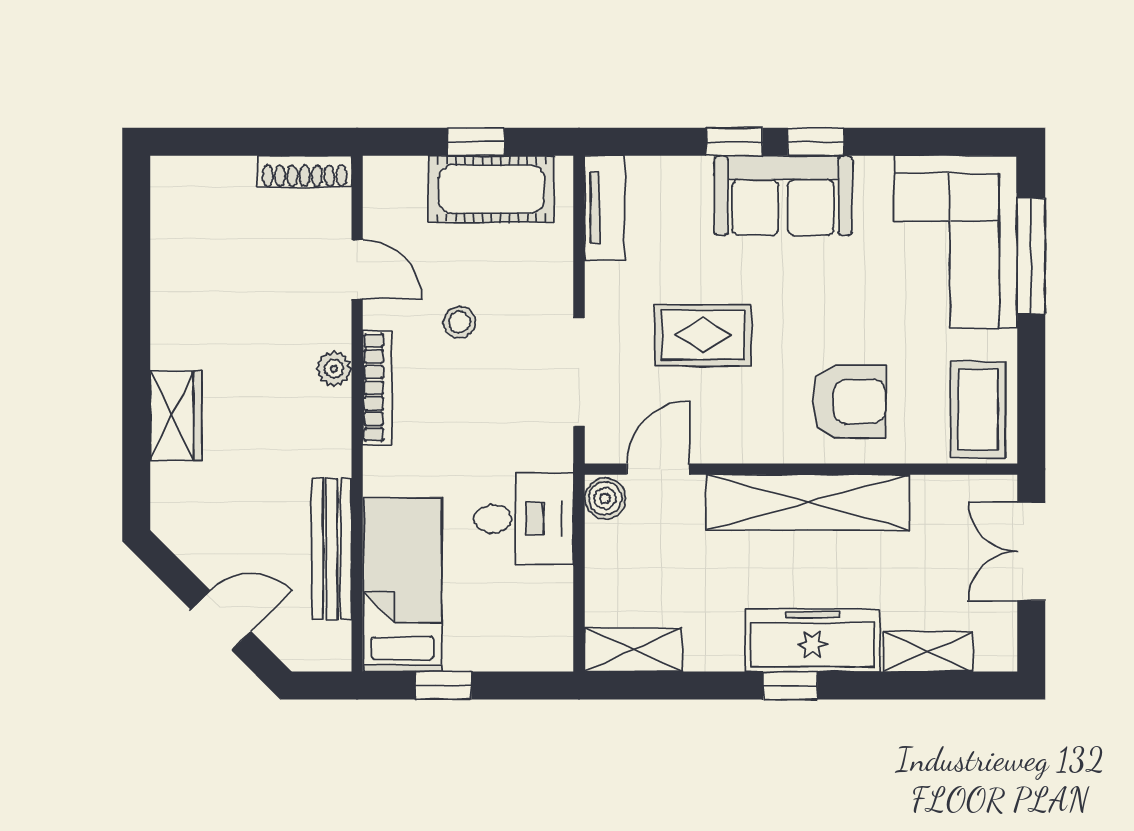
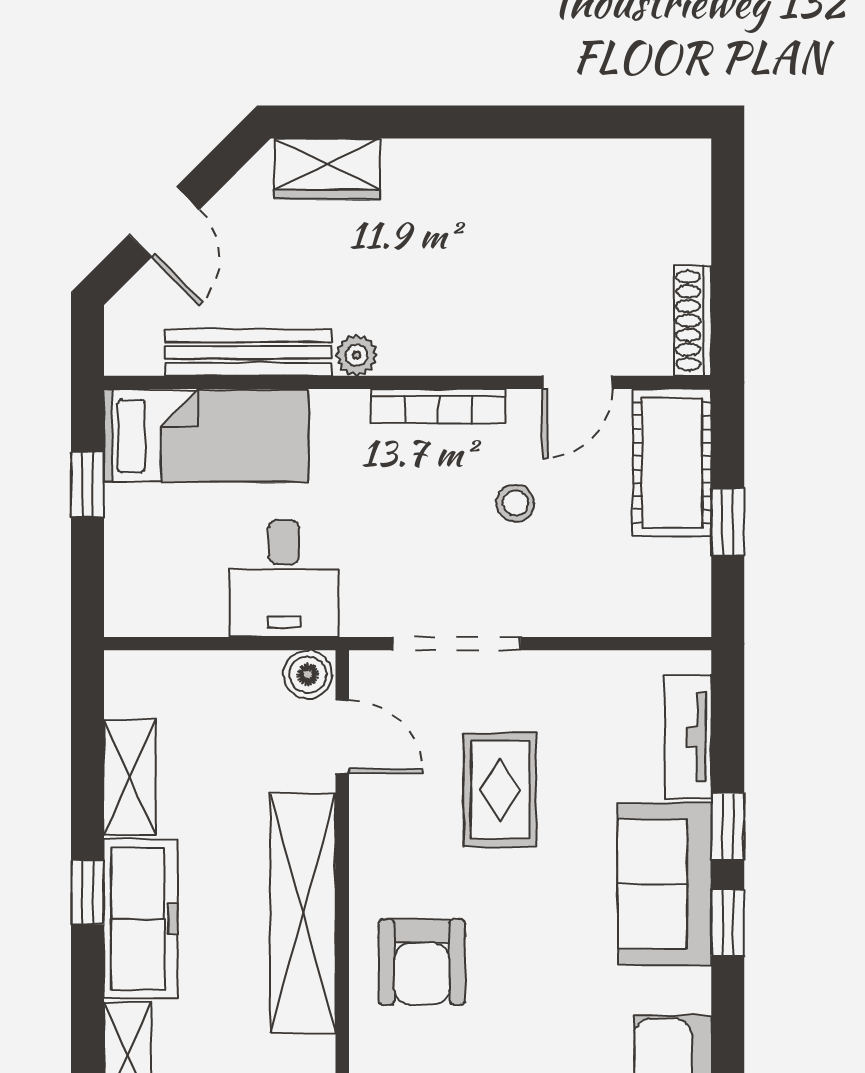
cot: (491, 189) -> (672, 463), moved
tv unit: (605, 208) -> (688, 737), moved, turned 90
plant: (334, 369) -> (357, 355), moved
wardrobe: (176, 416) -> (327, 169), moved
shelving: (634, 650) -> (130, 777), moved

